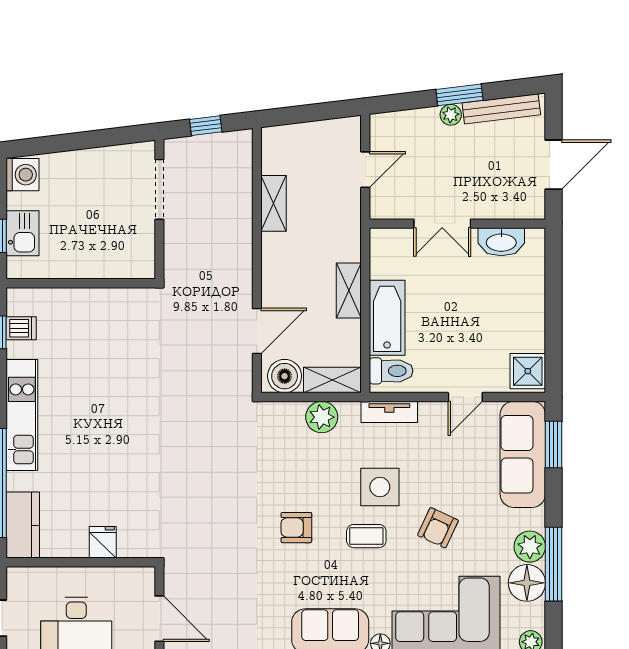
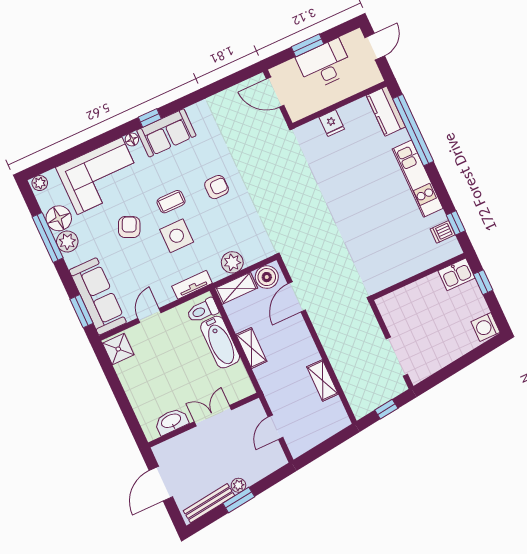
kitchen sink: (23, 233) -> (457, 274), moved, turned -90

